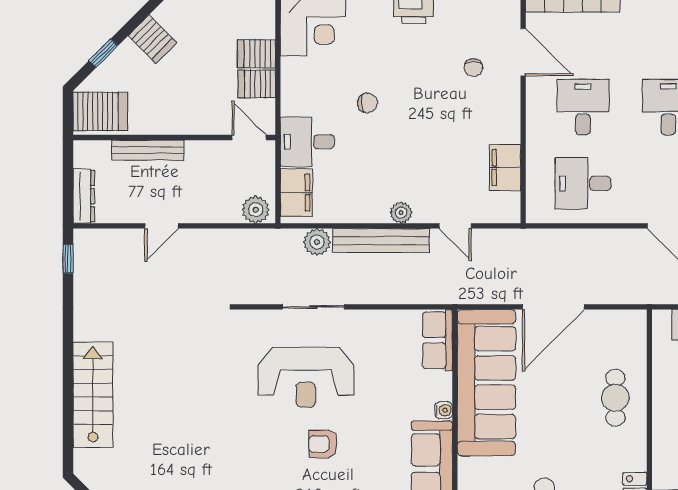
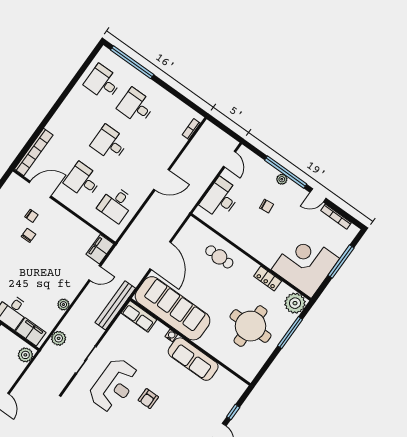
chair: (368, 103) -> (28, 235), moved
filing cabinet: (505, 168) -> (100, 249), moved, turned 90
plant: (401, 213) -> (63, 305), moved
bench: (381, 241) -> (115, 305), moved

